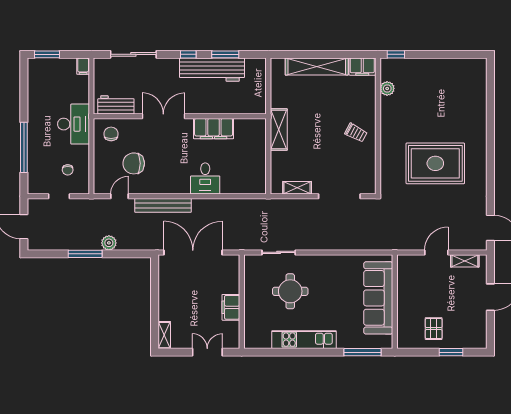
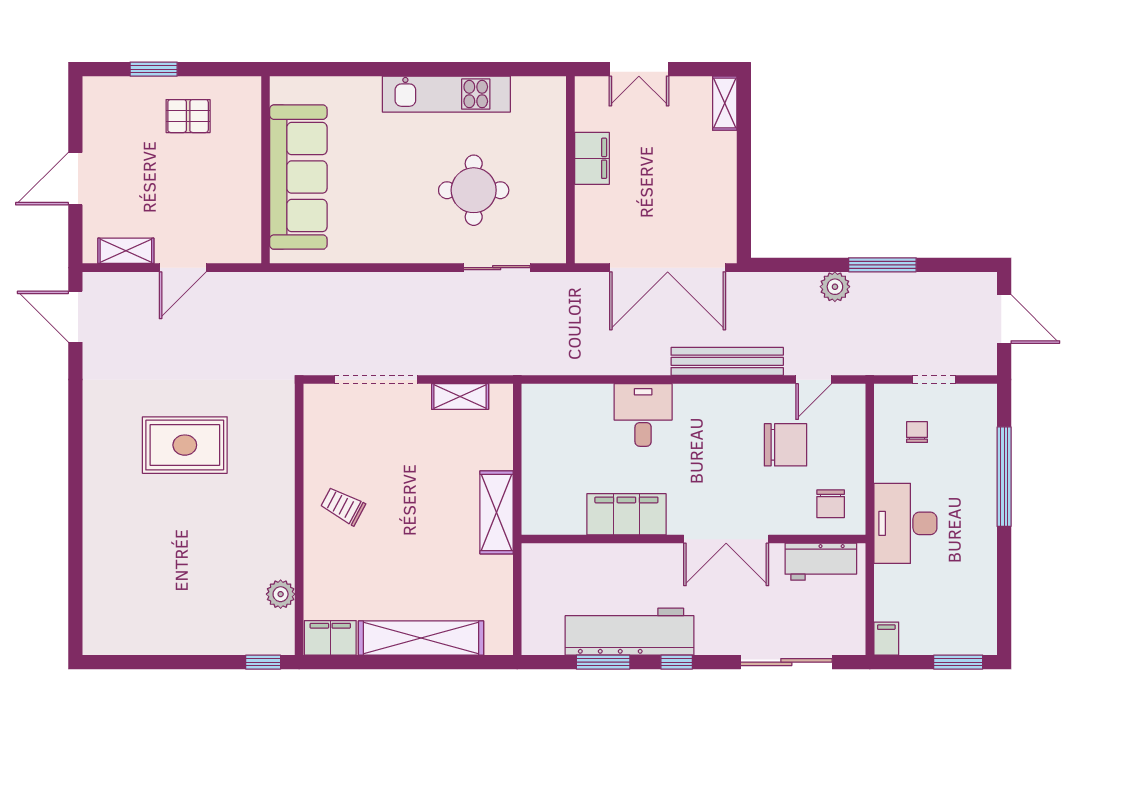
rug: (435, 163) -> (185, 445), width x0.73, depth x0.69
pallet: (434, 329) -> (188, 116), turned 90
window: (362, 352) -> (330, 69), removed

